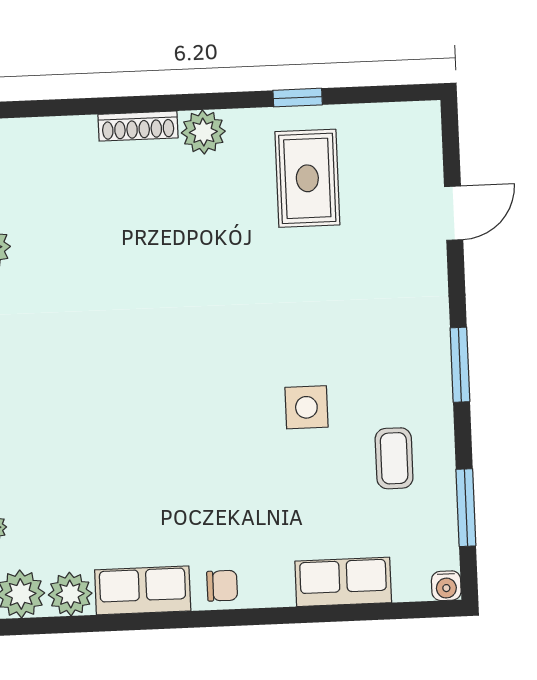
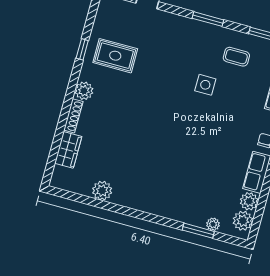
wardrobe: (56, 139) -> (68, 150), added

